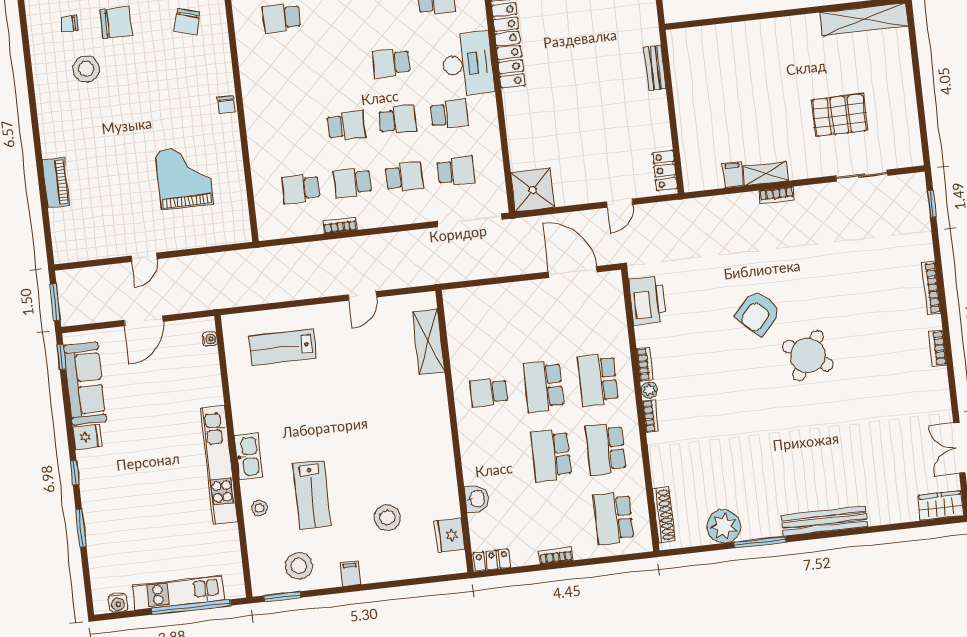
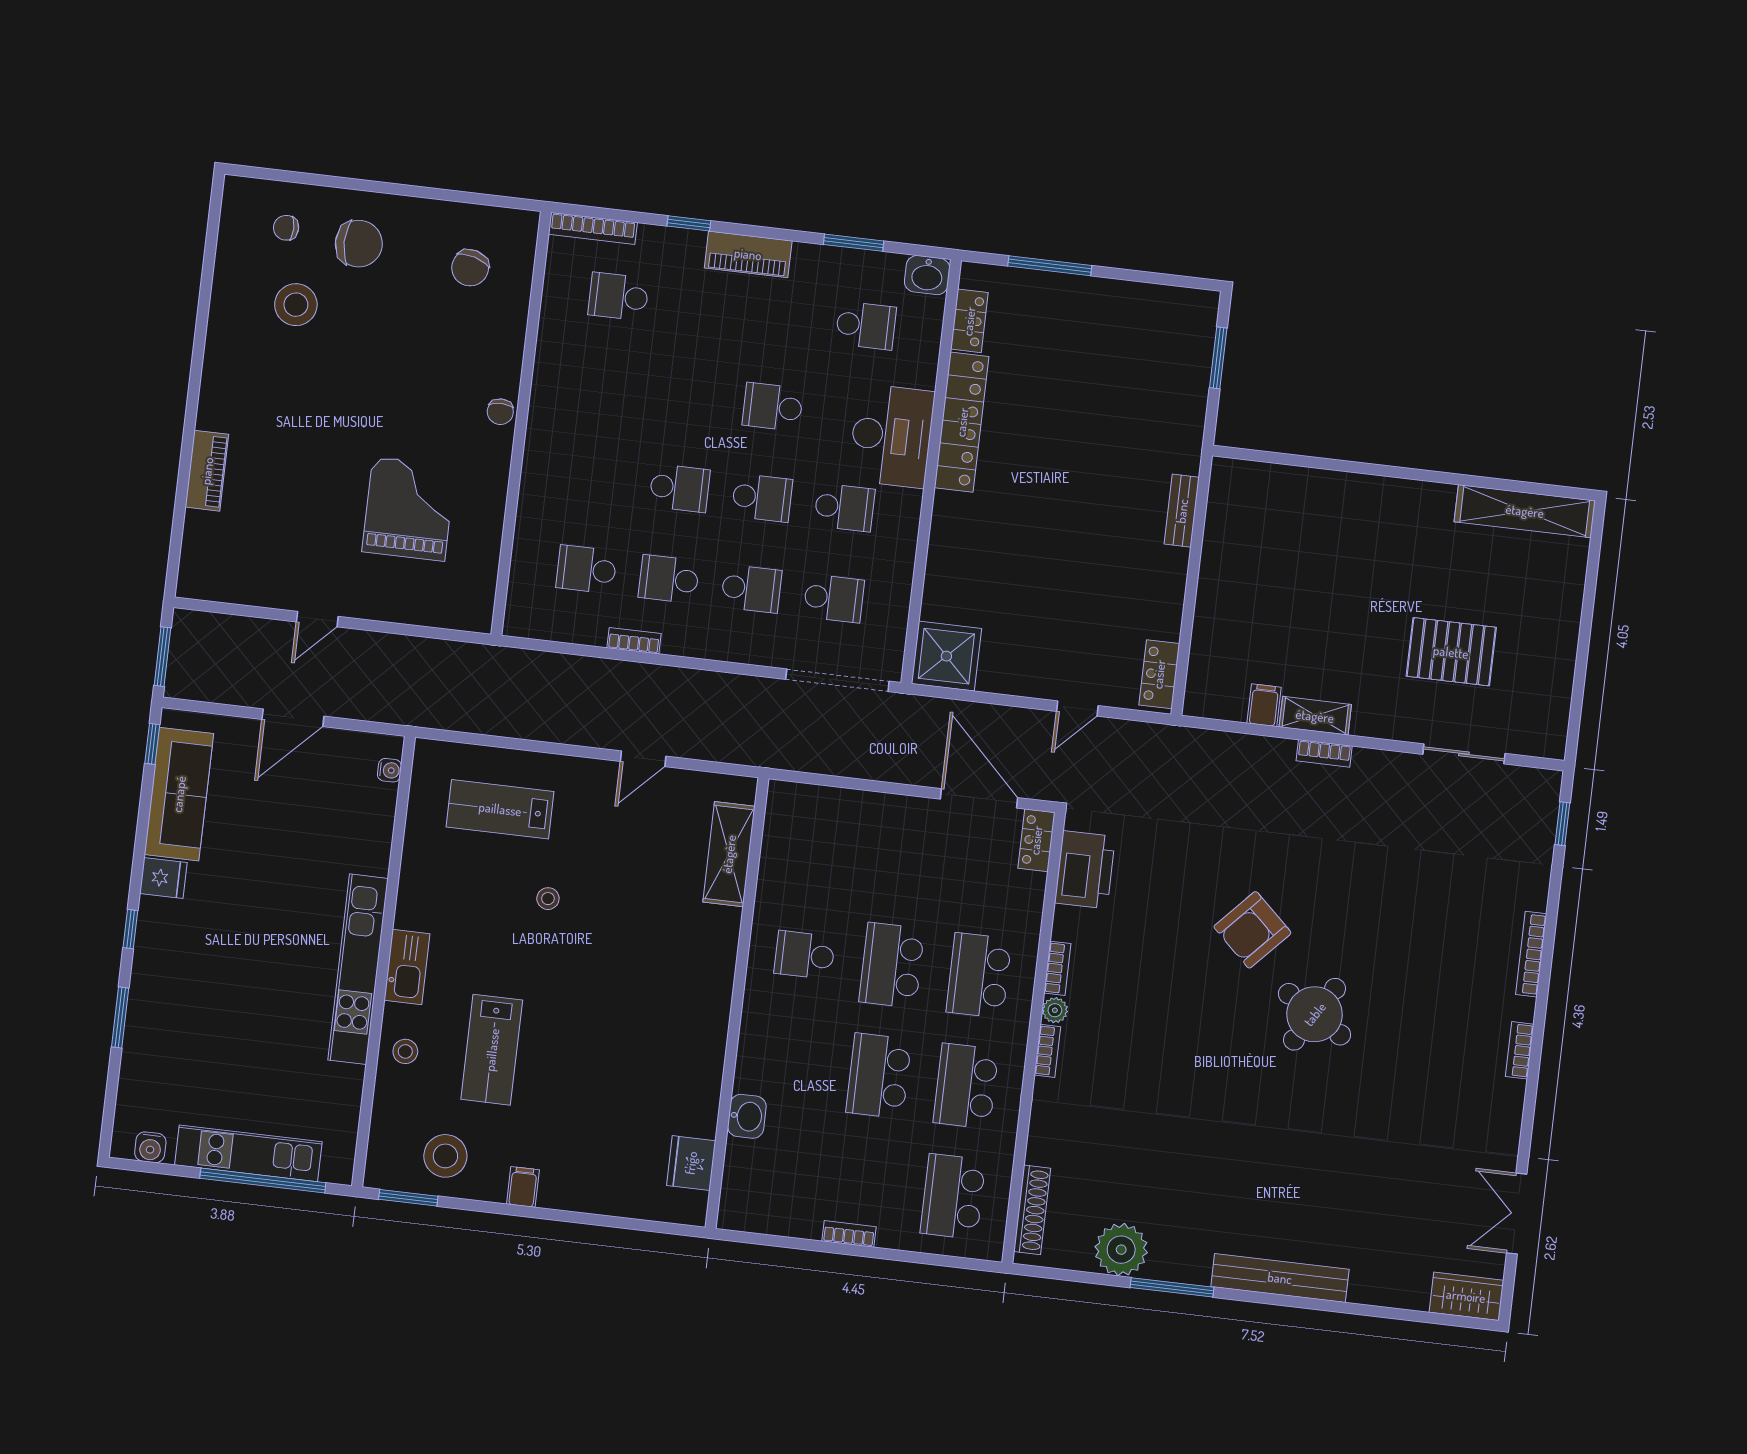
stool: (387, 518) -> (548, 899), moved, width x0.53, depth x0.53
locker: (492, 560) -> (1036, 840), moved, turned -90

